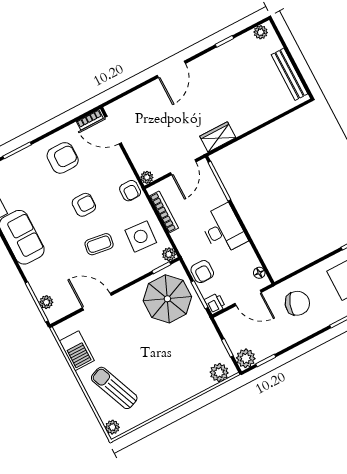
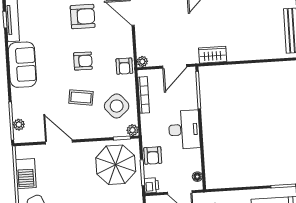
side table: (141, 236) -> (117, 106), turned 45

